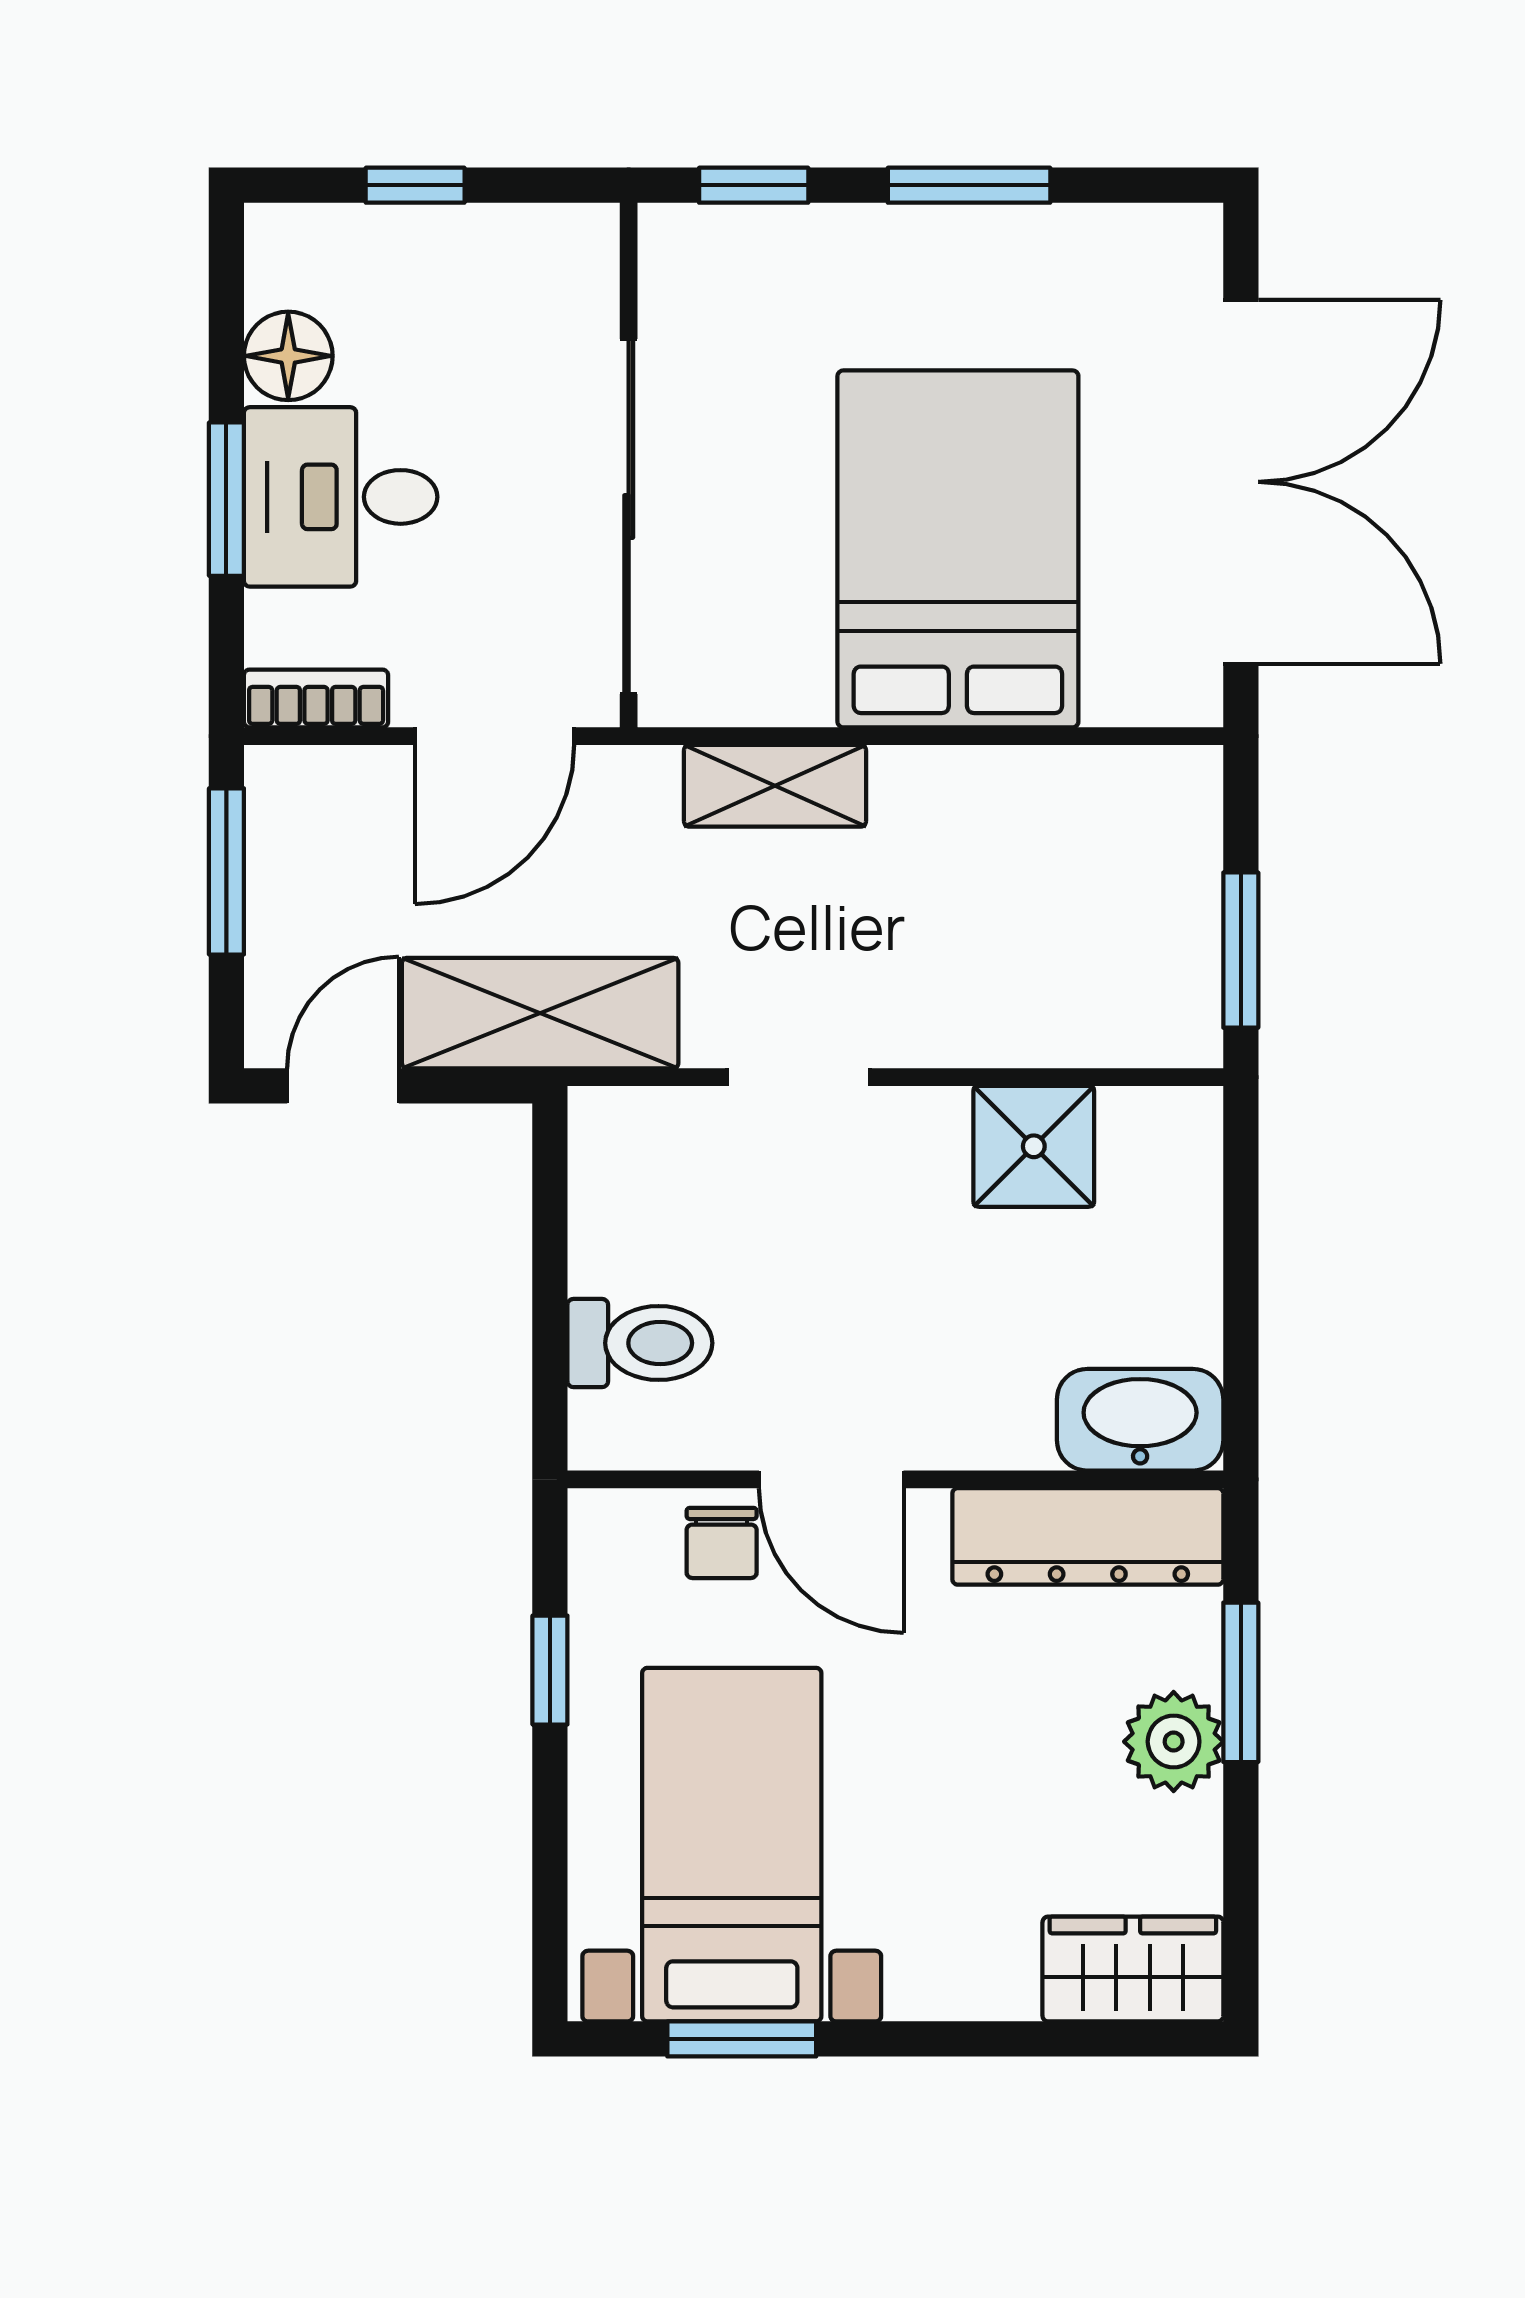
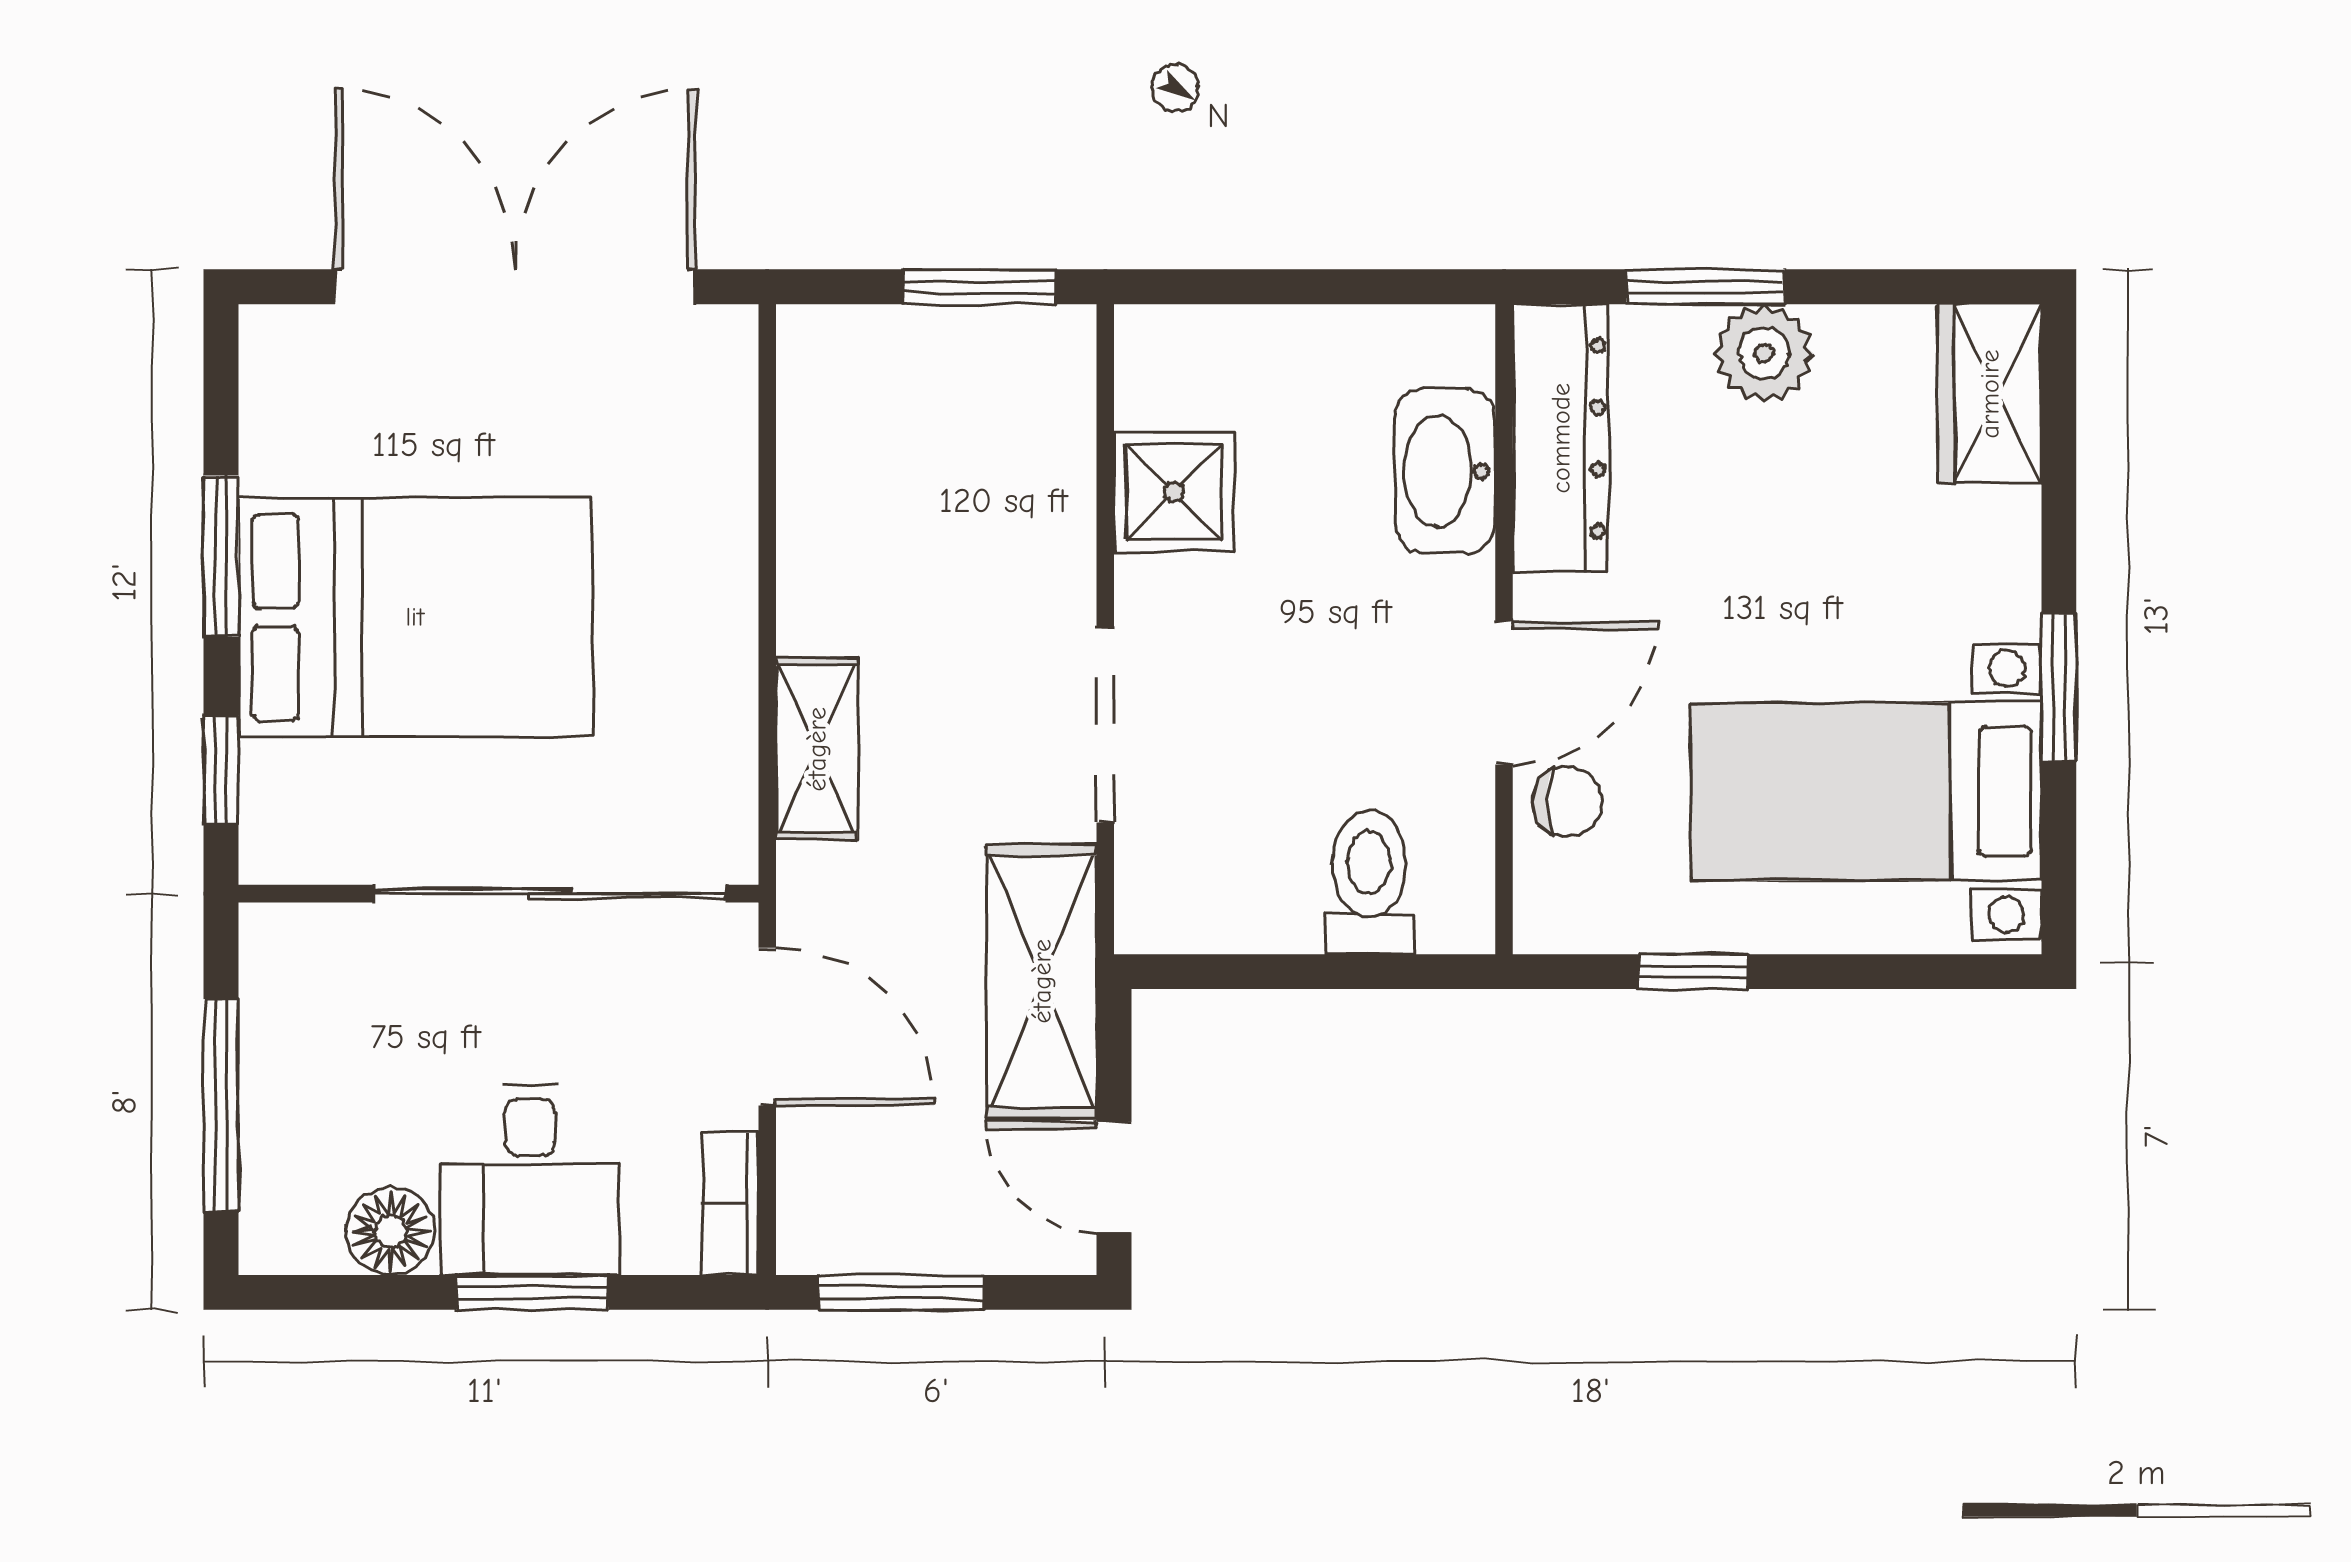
window: (415, 185) -> (221, 1105), width x2.17
bed: (958, 549) -> (415, 617), moved, turned 180
doorway: (799, 1077) -> (1105, 725), width x1.38
washbasin: (1140, 1420) -> (1445, 471), moved
window: (742, 2039) -> (2059, 687), moved

